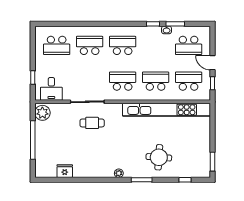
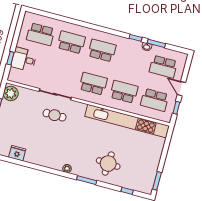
school desk: (189, 81) -> (155, 100), turned 180
desk: (51, 89) -> (24, 59), moved, turned 90

